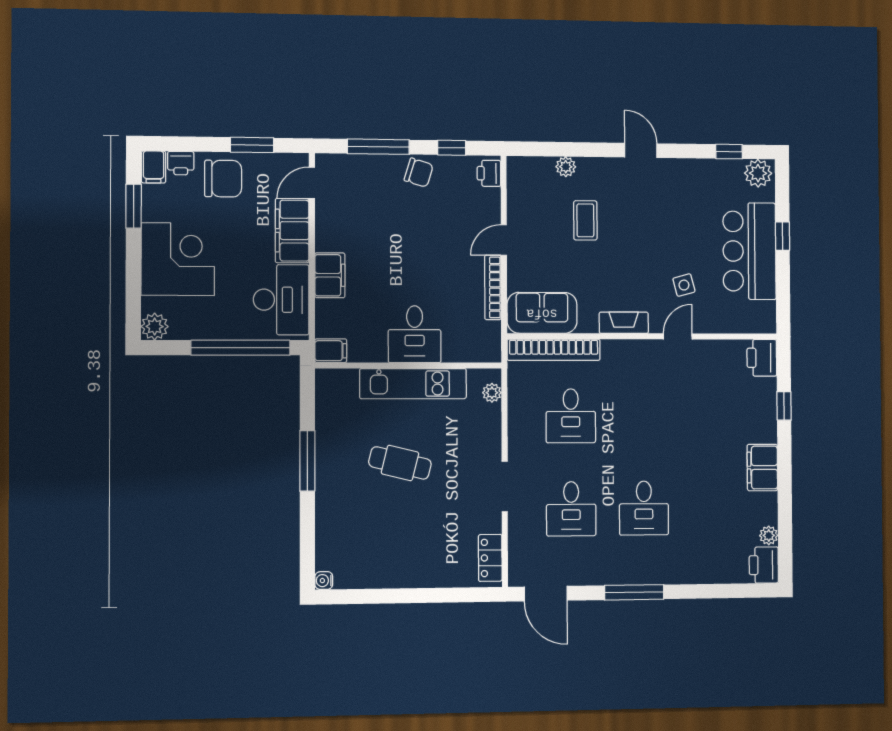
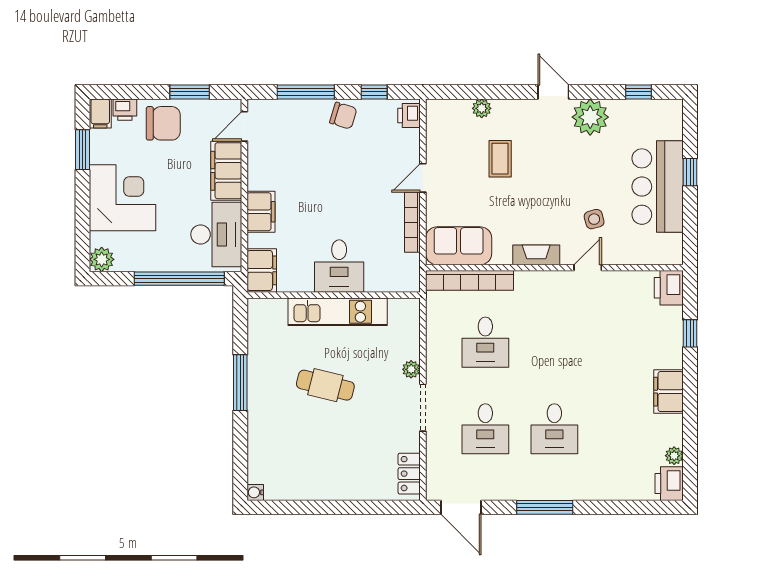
plant: (758, 173) -> (590, 117), moved, width x1.36, depth x1.36
filing cabinet: (331, 351) -> (262, 270), width x2.00
plant: (492, 393) -> (411, 369), moved

